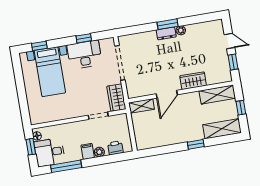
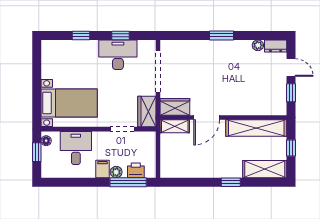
plant: (181, 30) -> (258, 45), moved
dresser: (166, 33) -> (276, 46), moved
window: (39, 46) -> (81, 35), moved
bed with nightstands: (50, 72) -> (69, 103), moved, turned -90
wardrobe: (193, 81) -> (175, 107), moved
shelving: (217, 95) -> (256, 128), width x1.47
desk: (50, 152) -> (76, 148), moved, turned 90
window: (66, 166) -> (128, 182), moved

